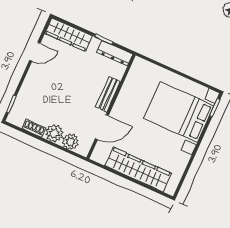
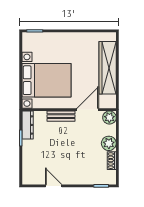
wardrobe: (69, 35) -> (29, 166), removed
bed with nightstands: (179, 112) -> (46, 80), moved, turned -90
door: (102, 127) -> (88, 110), hinge flipped
plant: (71, 142) -> (109, 118), moved

